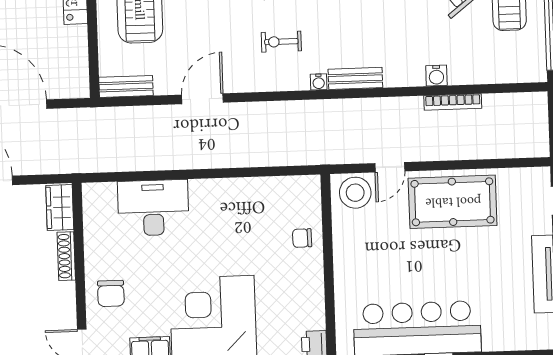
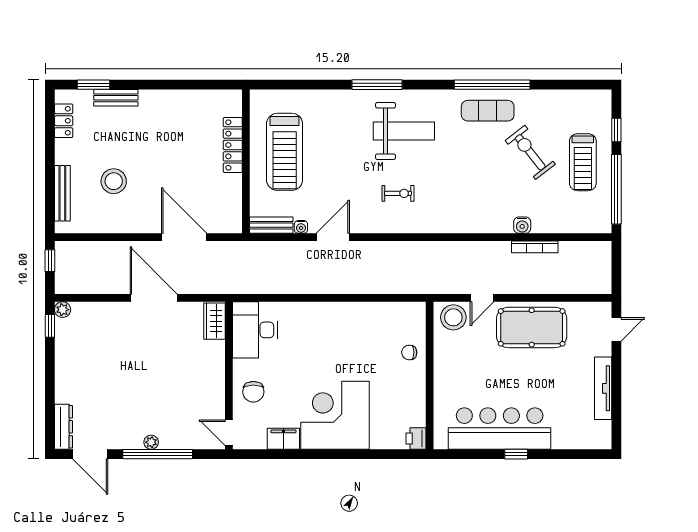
exercise bike: (281, 42) -> (398, 193), turned 180
bench: (355, 78) -> (457, 225), removed
water cooler: (319, 82) -> (301, 227), moved
desk: (153, 208) -> (255, 330), moved, turned -90
shoe rack: (66, 256) -> (218, 360), removed

